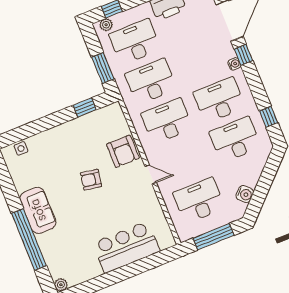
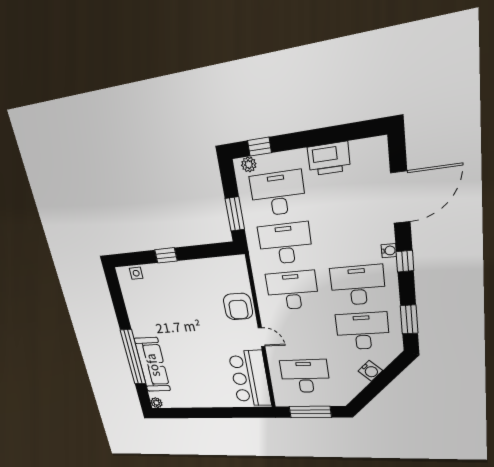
window: (243, 55) -> (405, 261), moved
window: (85, 107) -> (166, 255), moved
window: (269, 117) -> (409, 319), width x1.50
armchair: (91, 180) -> (200, 323), removed
water cooler: (245, 194) -> (370, 371), moved
sofa: (38, 210) -> (152, 365), moved, width x1.36
bar counter: (126, 247) -> (250, 379), moved, turned -90

